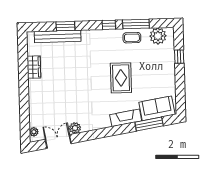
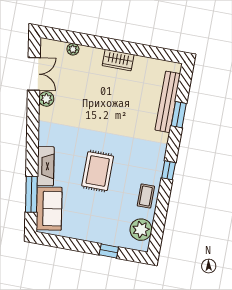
window: (136, 24) -> (162, 205), removed
wardrobe: (34, 67) -> (118, 60), moved
rug: (121, 78) -> (98, 171), turned 90
plant: (34, 132) -> (73, 49), moved

